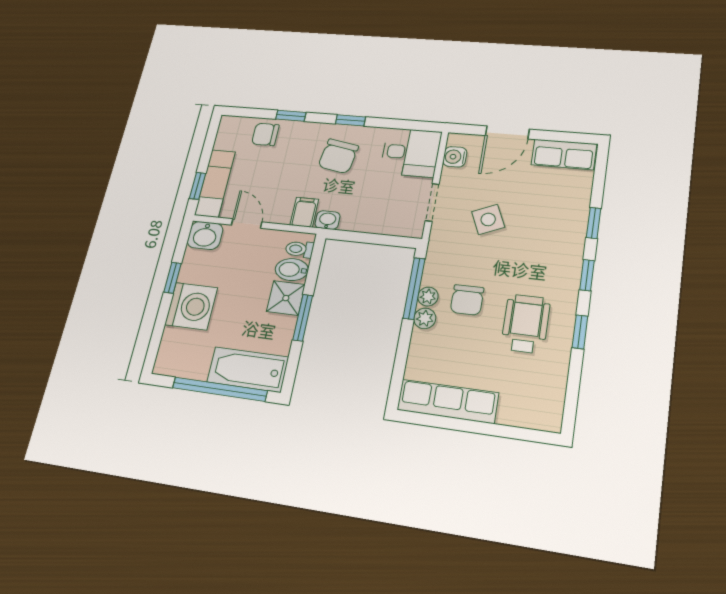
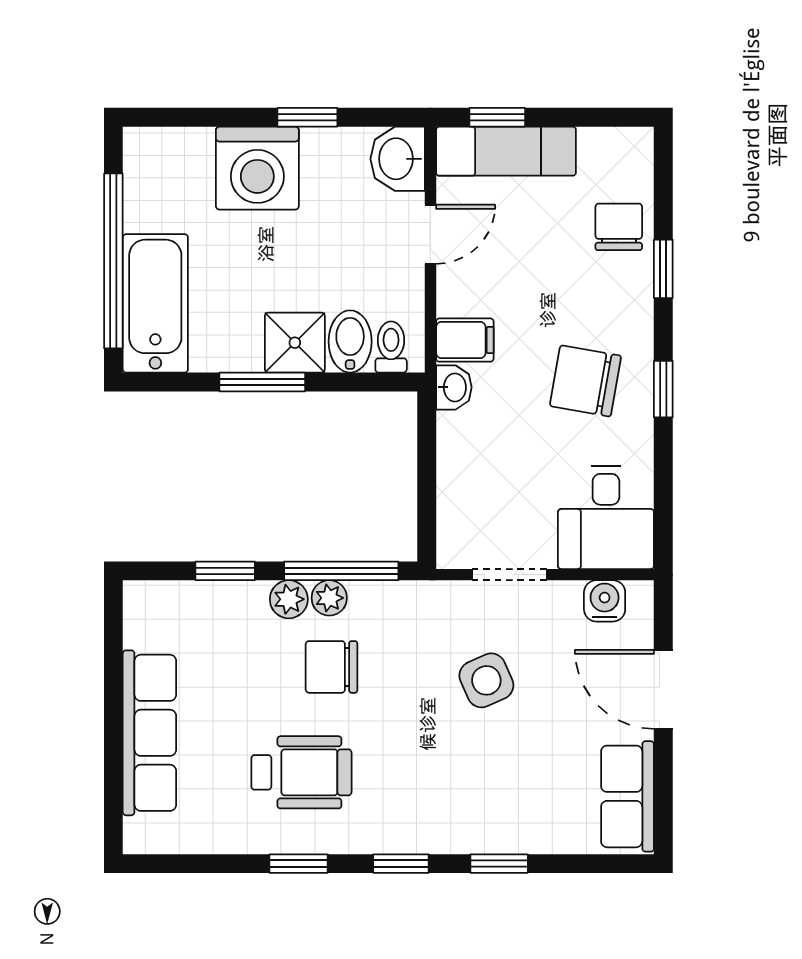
window: (402, 351) -> (225, 571), added
row of seats: (448, 401) -> (149, 733), moved

